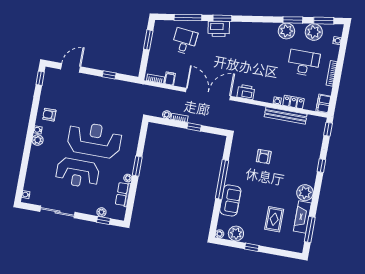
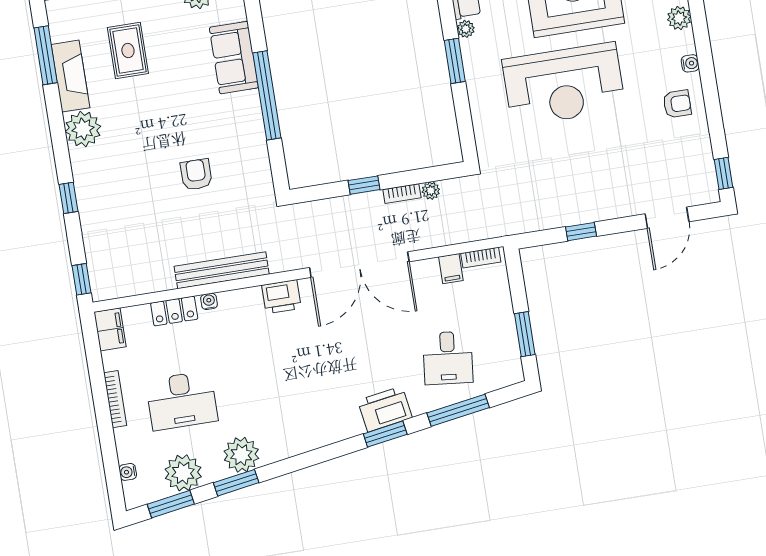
bench: (286, 115) -> (222, 270), moved
plant: (38, 140) -> (679, 18), moved

